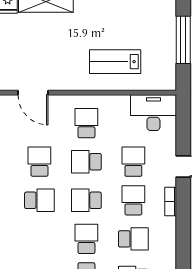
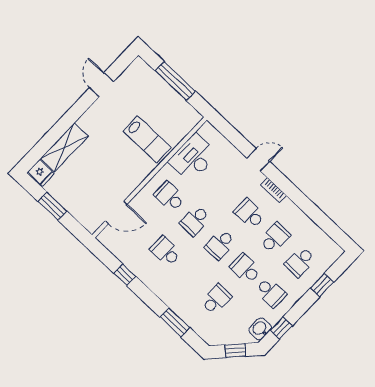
lab bench: (115, 62) -> (147, 139), turned -90
desk: (153, 113) -> (193, 158), moved
school desk: (133, 162) -> (224, 190), removed
school desk: (39, 200) -> (216, 299), moved

